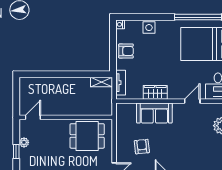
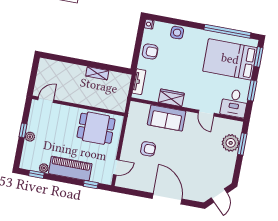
shelving: (102, 82) -> (97, 73), moved
door: (192, 101) -> (206, 113), swing flipped
plant: (24, 142) -> (30, 137), moved
armchair: (142, 147) -> (148, 149), turned 96

